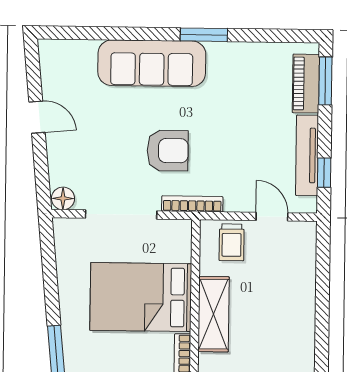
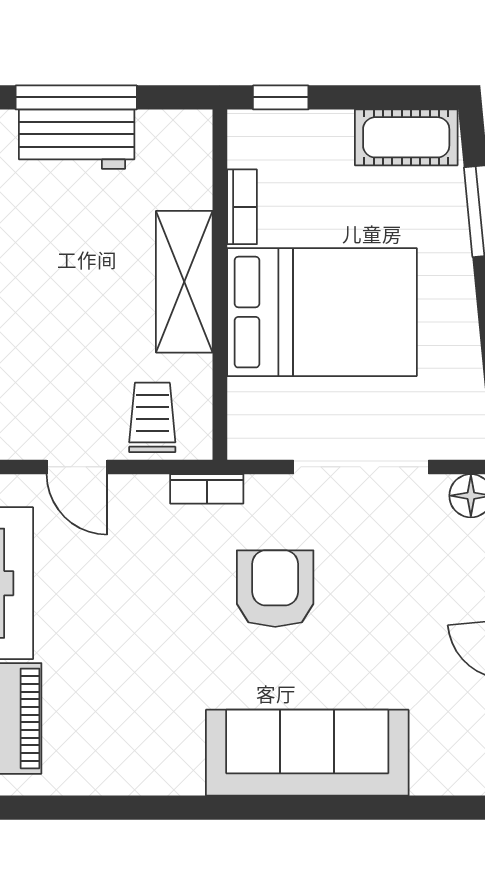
window: (204, 35) -> (210, 808), removed
armchair: (168, 151) -> (275, 589), turned 90
bookcase: (192, 204) -> (207, 489), width x0.64

